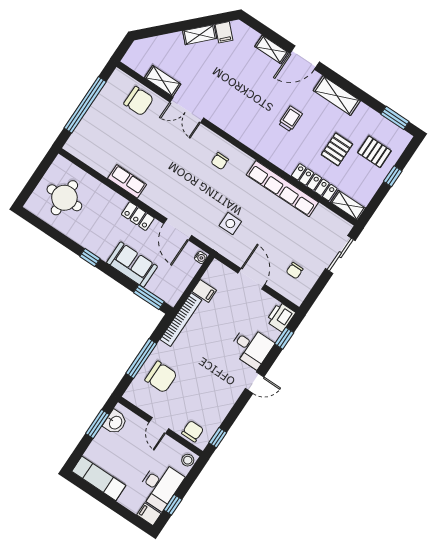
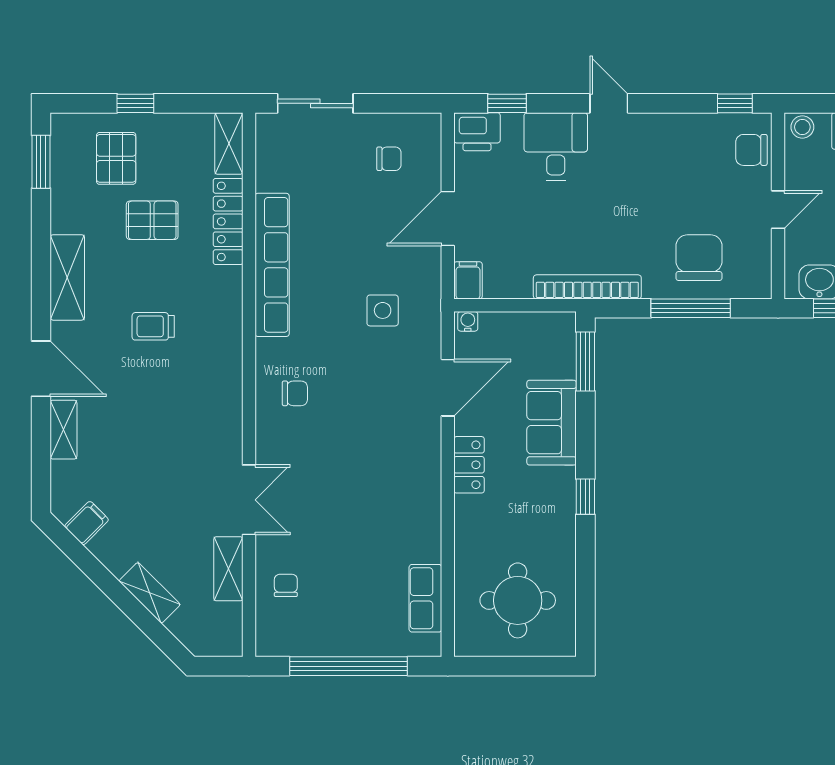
shelving: (200, 35) -> (150, 593), moved
chair: (139, 101) -> (286, 585), width x0.54, depth x0.54
row of seats: (127, 181) -> (425, 598), moved
filing cabinet: (204, 291) -> (468, 280), moved

